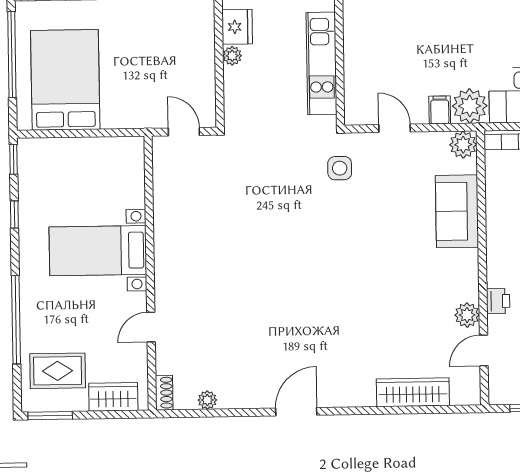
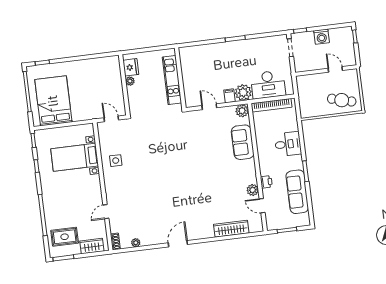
side table: (340, 168) -> (116, 161), moved
bed with nightstands: (98, 251) -> (75, 157), moved
door: (484, 350) -> (262, 206), hinge flipped

